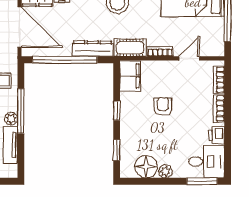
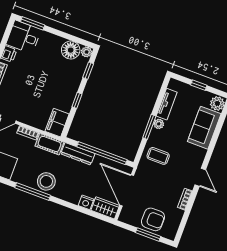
armchair: (163, 106) -> (41, 91), removed
window: (21, 111) -> (149, 127), width x0.69
plant: (165, 171) -> (87, 52), moved

